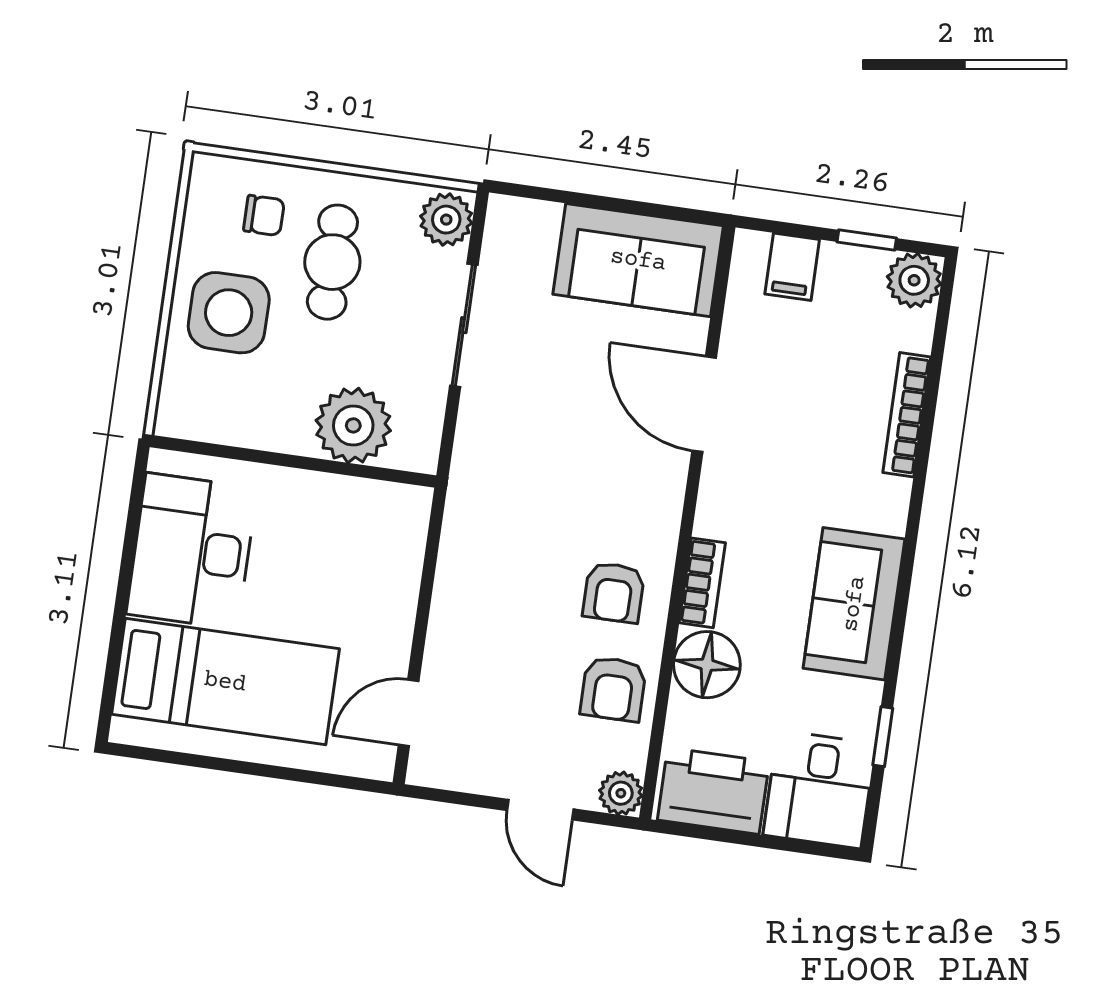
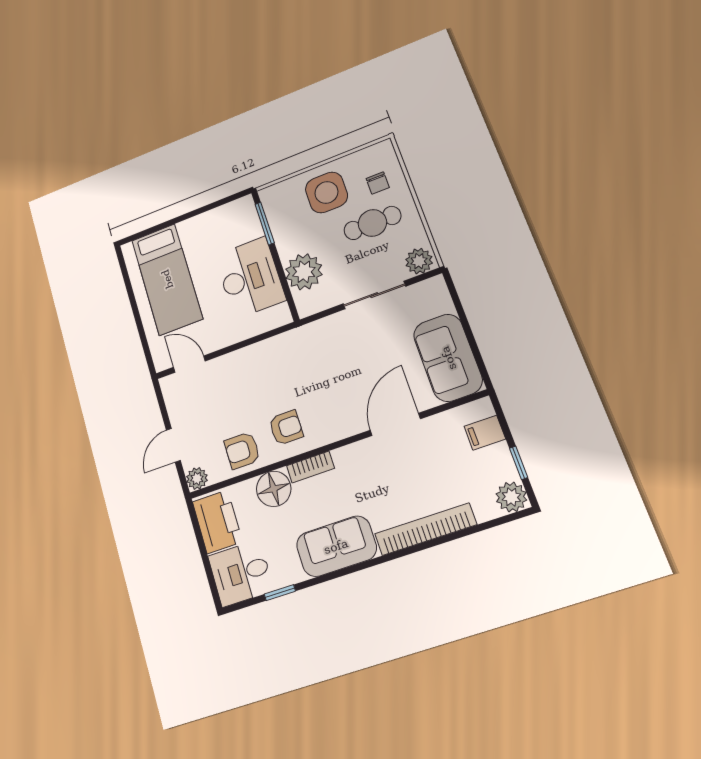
bookcase: (907, 415) -> (425, 529), width x1.48, depth x1.31
window: (223, 451) -> (265, 224), added
desk: (192, 551) -> (250, 278), moved, turned 90
armchair: (614, 592) -> (286, 428), turned 180

